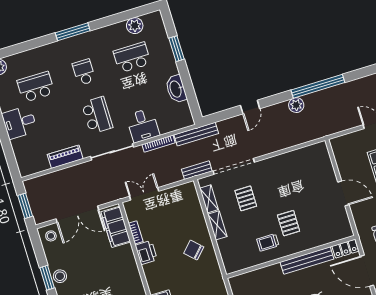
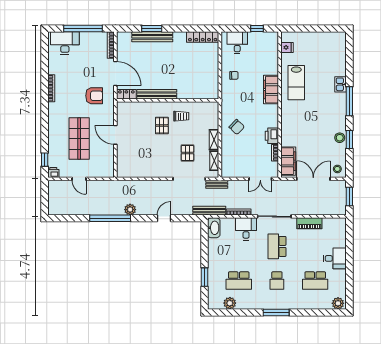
washbasin: (176, 89) -> (214, 228), moved

